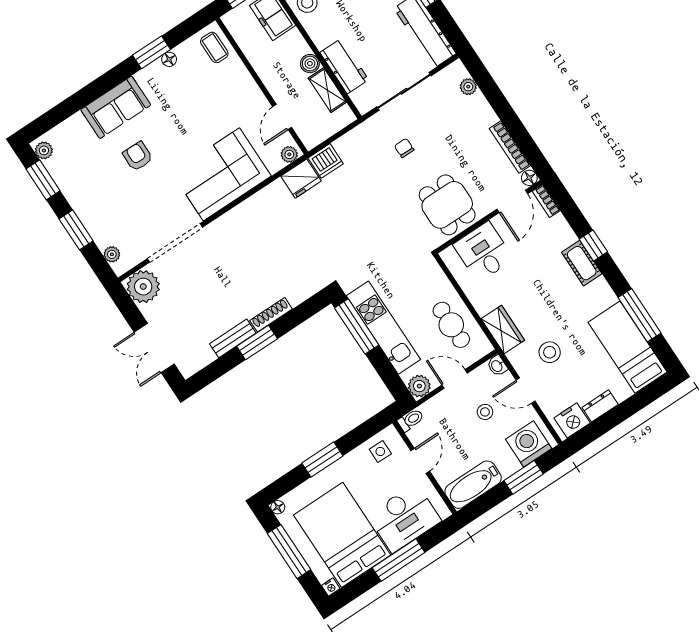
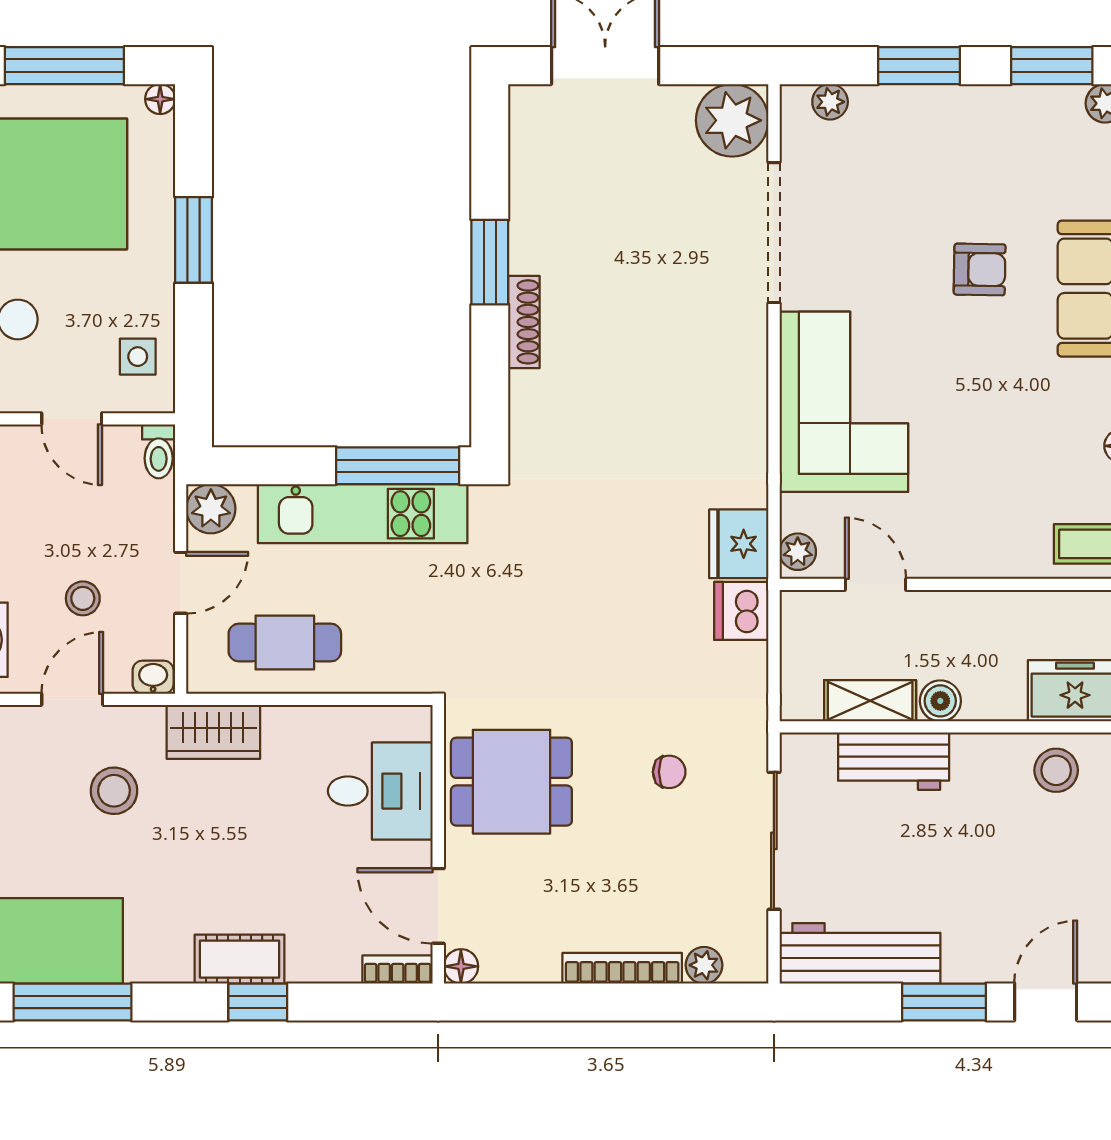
bookcase: (510, 147) -> (622, 968), moved
bench: (233, 338) -> (527, 222), removed

